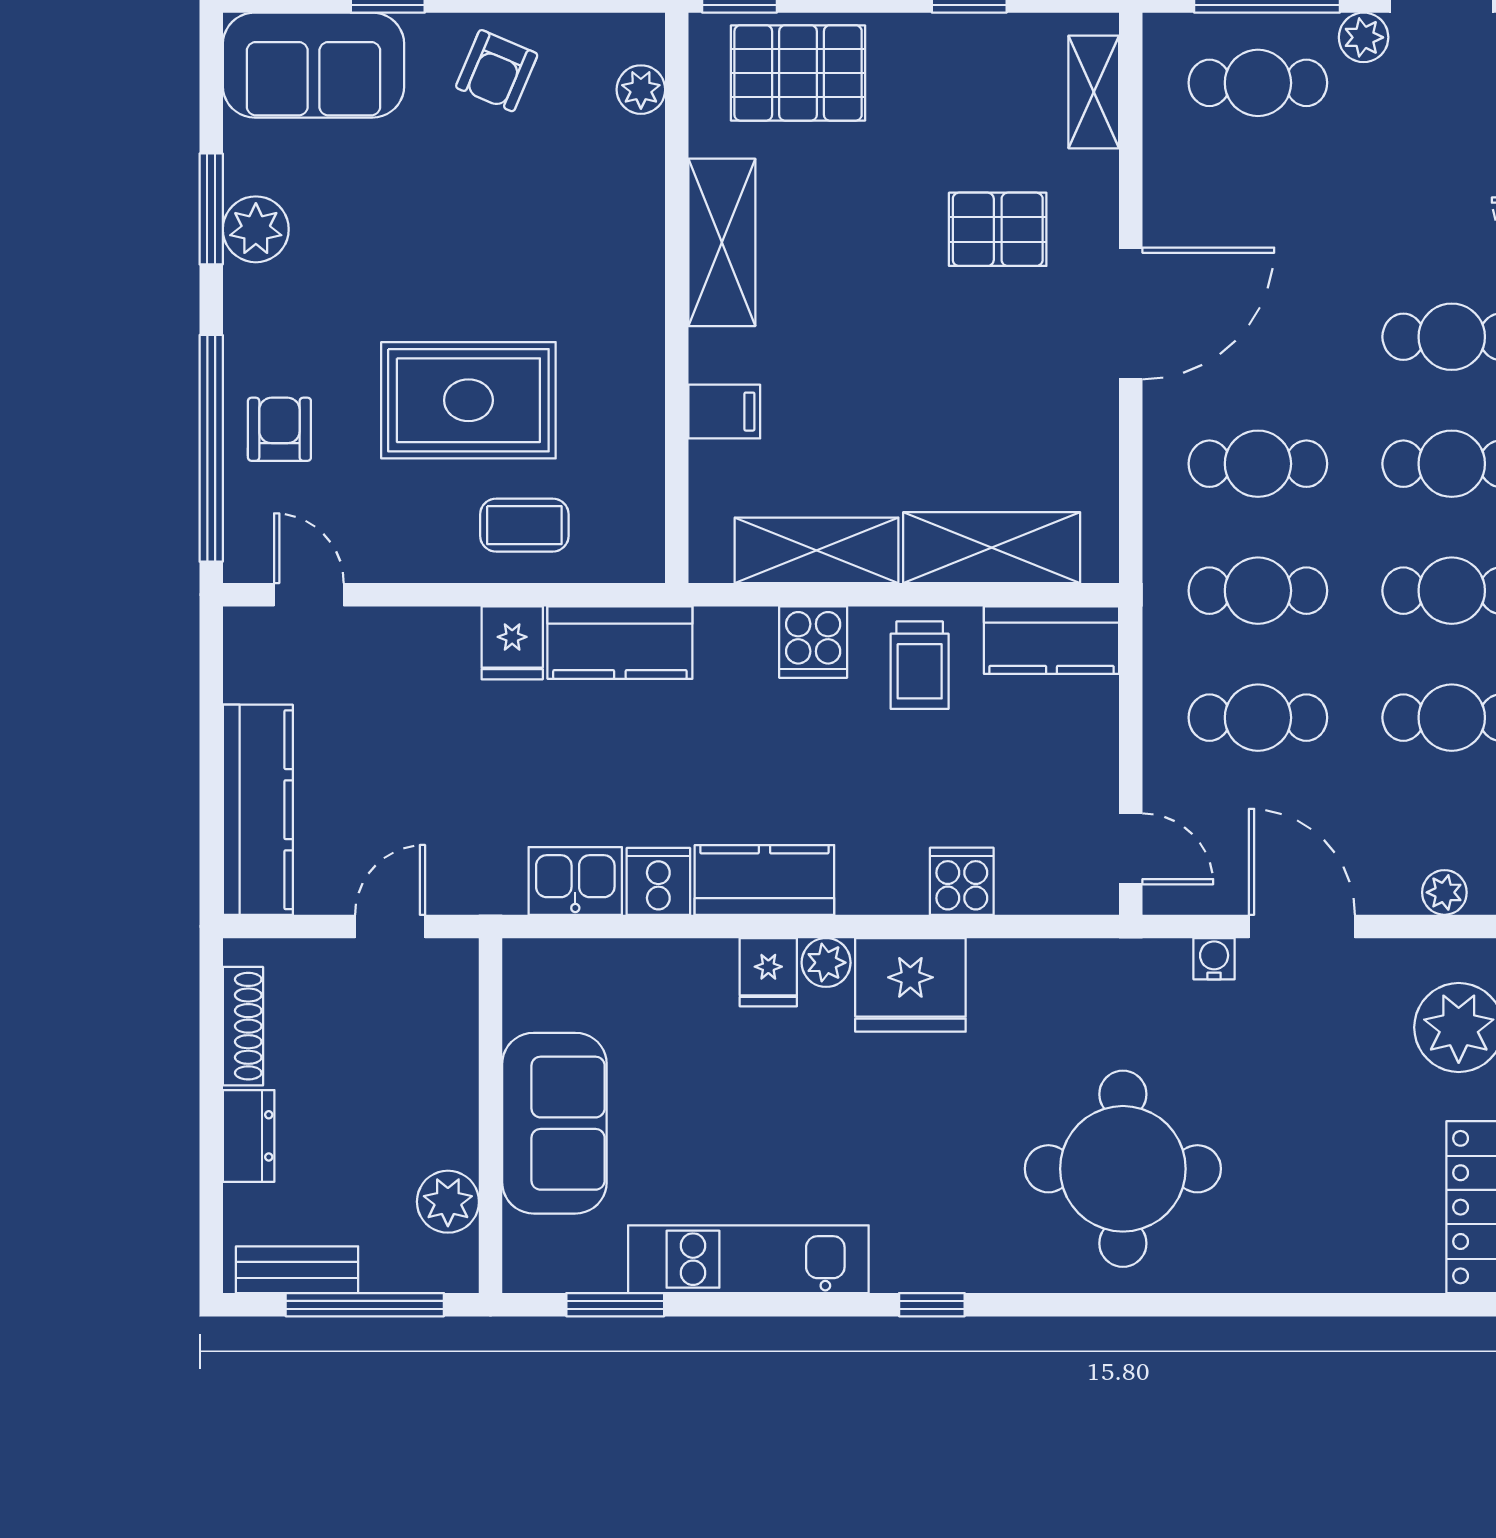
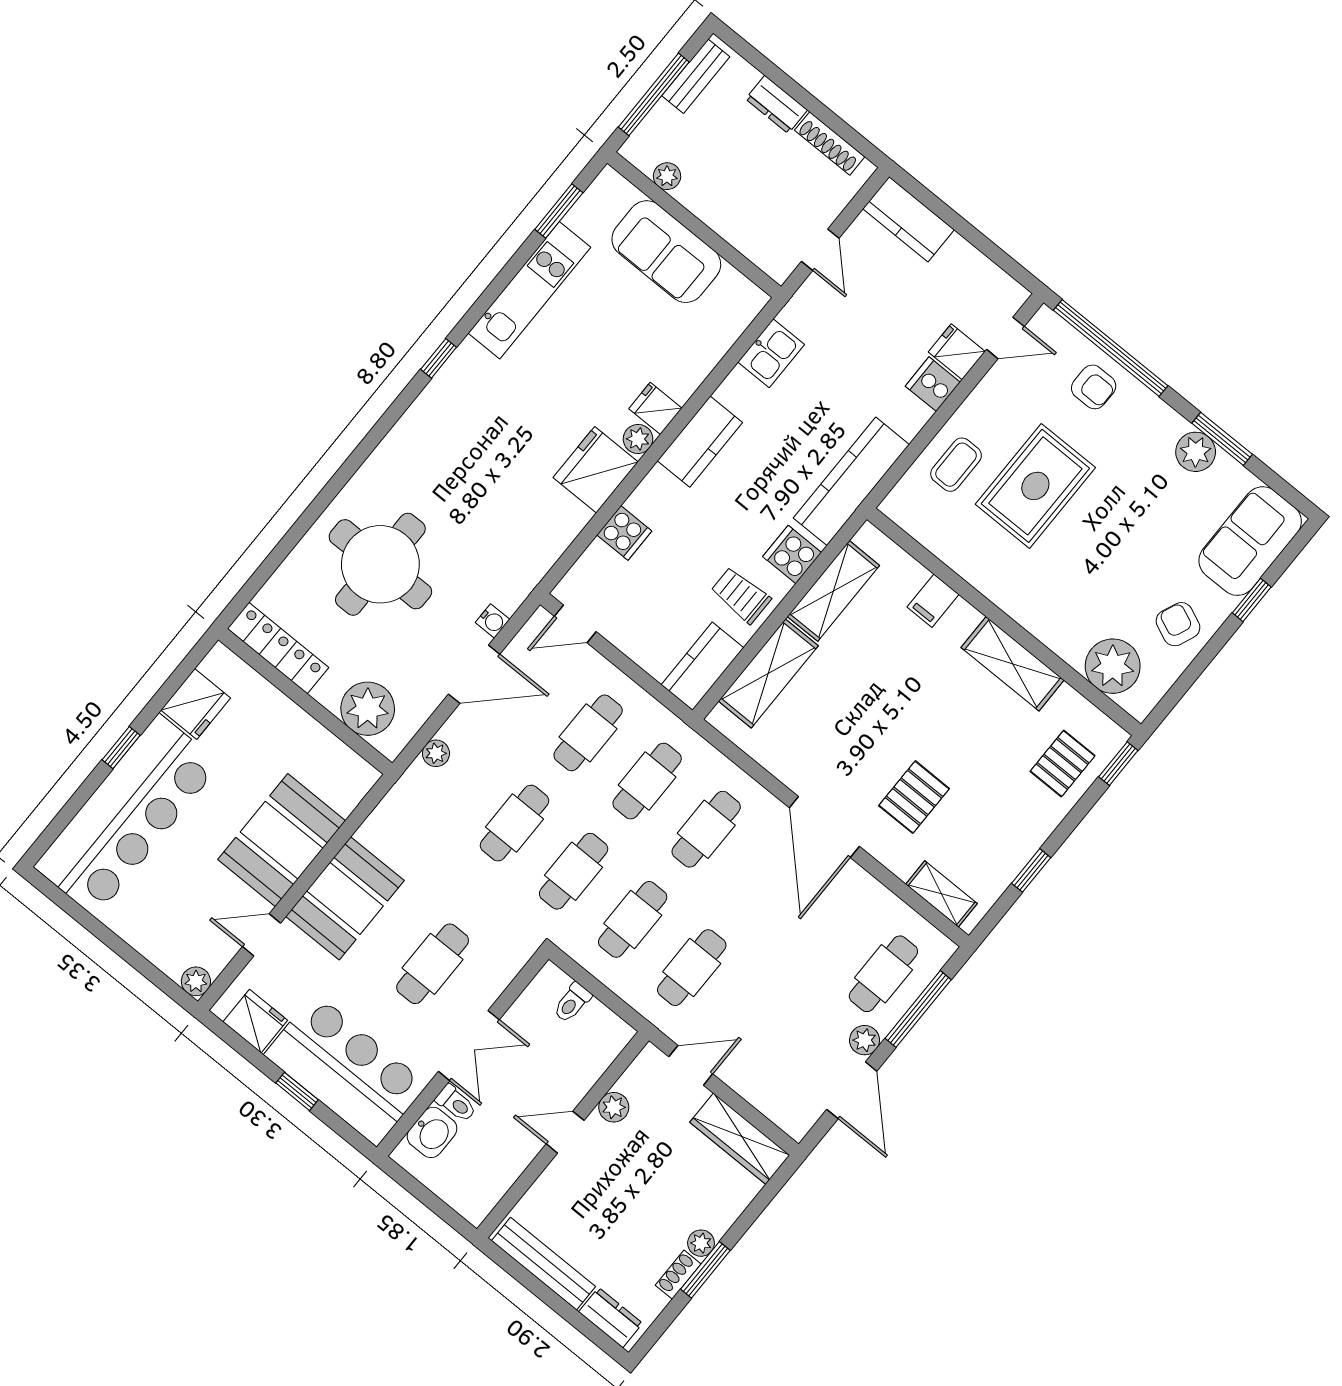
pallet: (798, 73) -> (1063, 763), width x0.67, depth x0.71
plant: (641, 90) -> (1113, 666), width x1.88, depth x1.88
fridge: (512, 643) -> (957, 352), moved
kitchen counter: (620, 643) -> (851, 481), width x1.50
kitchen counter: (258, 810) -> (908, 219), width x0.67
cooker: (658, 881) -> (933, 384), moved, turned 180
round table: (1123, 1169) -> (380, 564), moved
plant: (448, 1202) -> (667, 176), width x0.73, depth x0.73

